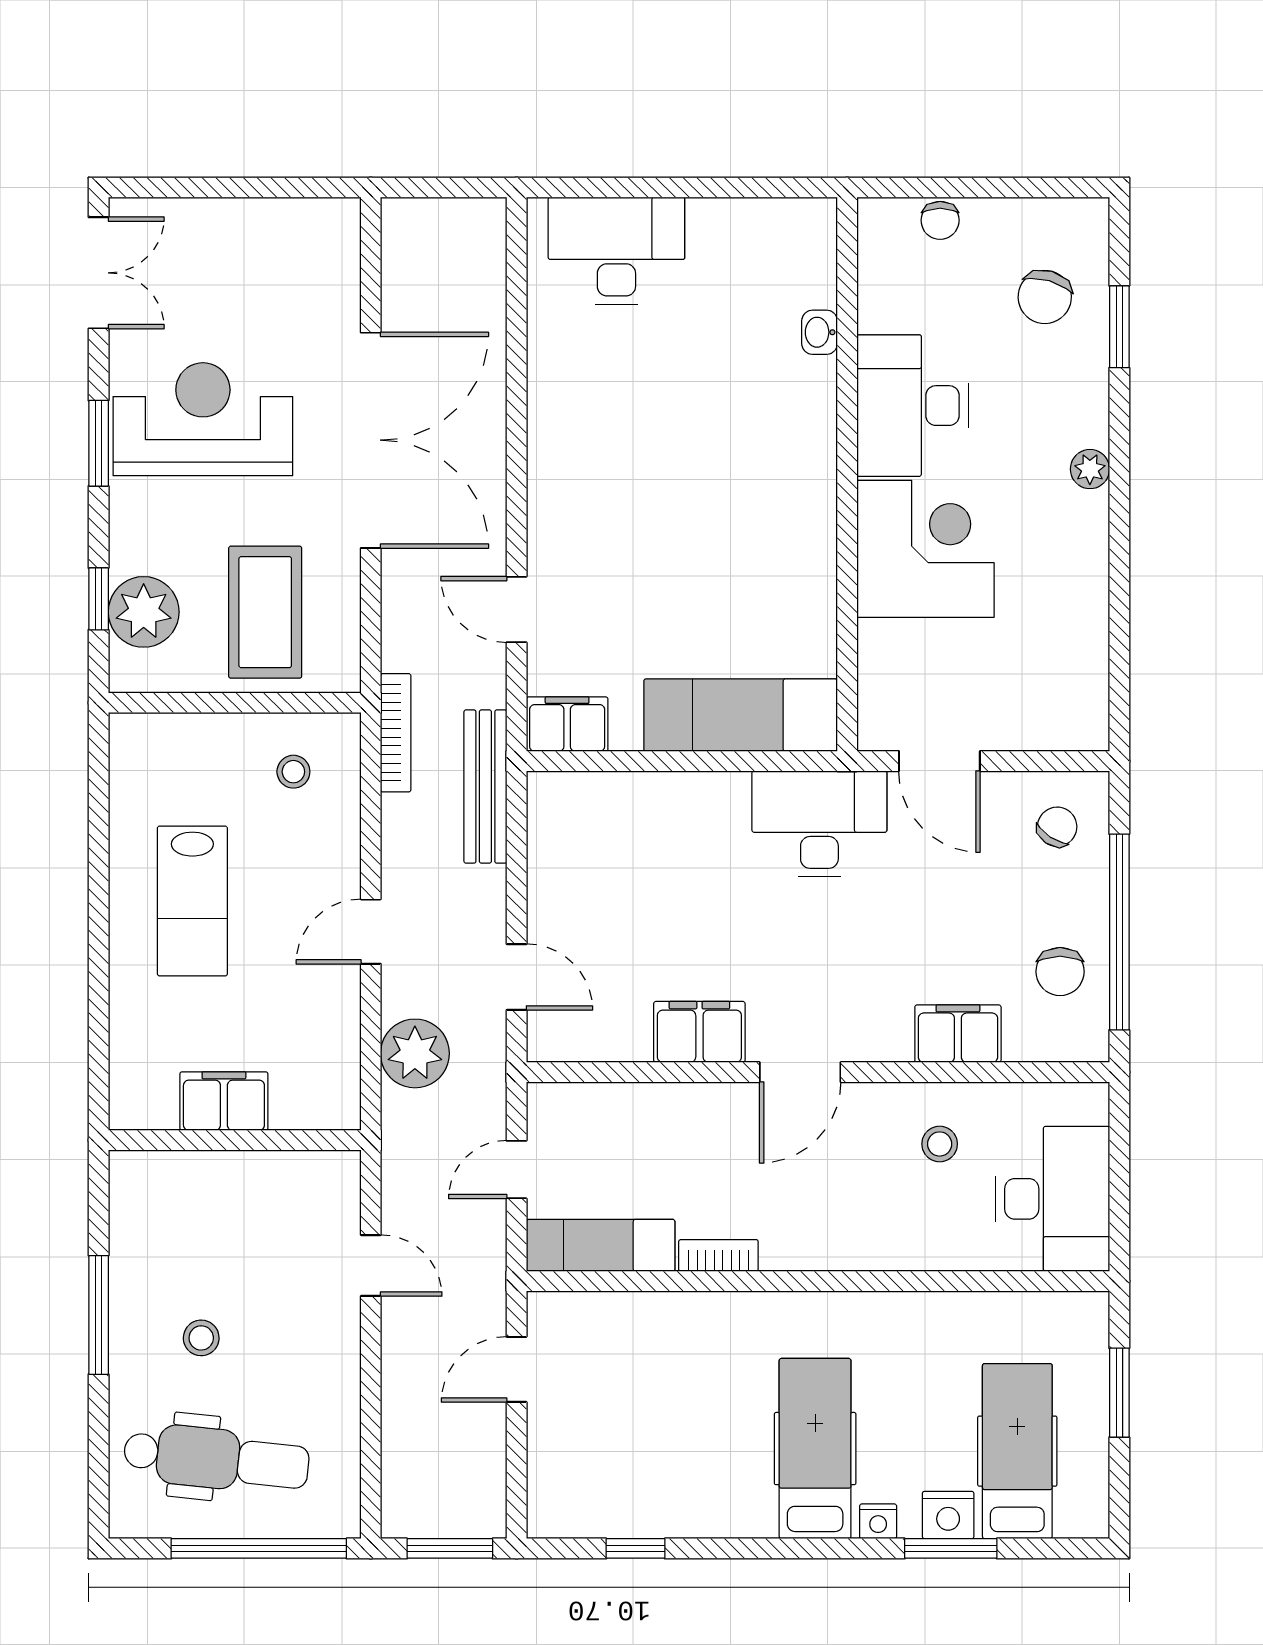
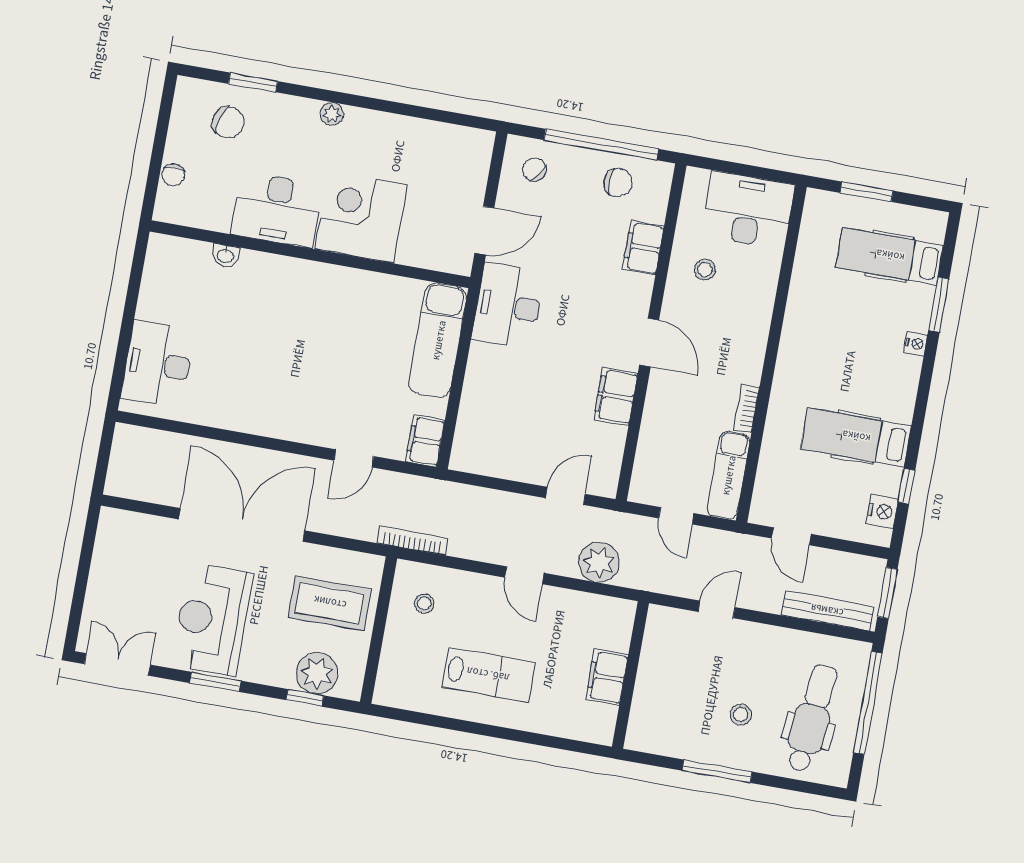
chair: (940, 220) -> (173, 175), turned 90
bench: (485, 787) -> (827, 611), moved
hospital bed: (815, 1449) -> (856, 437), moved
nightstand: (948, 1515) -> (882, 511), moved

